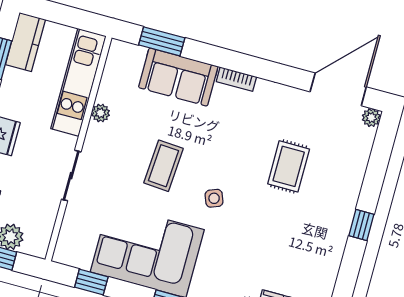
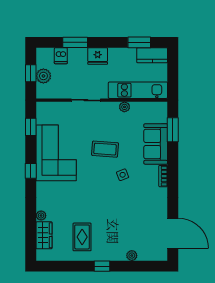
plant: (371, 118) -> (132, 256), moved
rug: (289, 166) -> (82, 237), moved, turned 90
side table: (214, 198) -> (123, 175), moved

